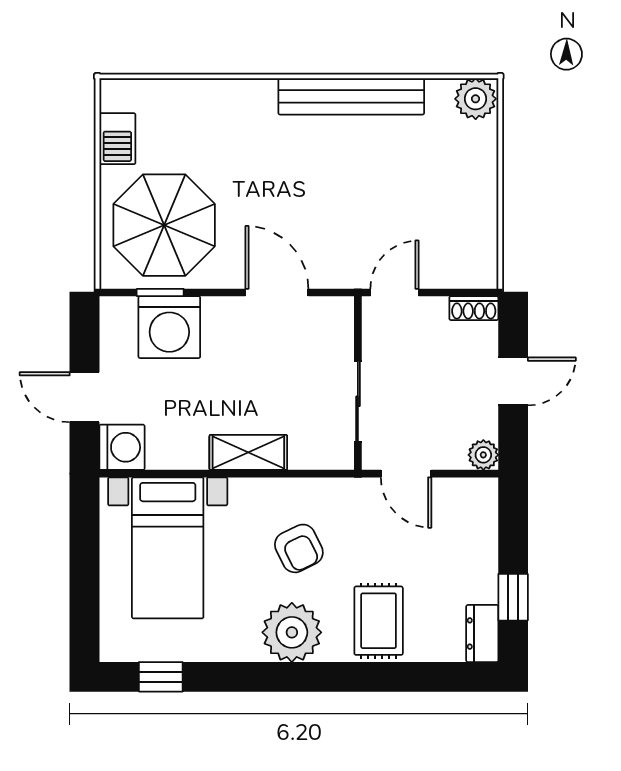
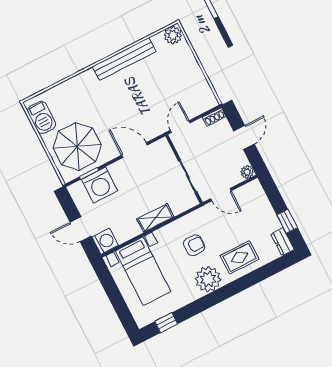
barbecue: (117, 139) -> (42, 117), width x1.38, depth x1.27
armchair: (299, 548) -> (194, 245), turned -64
rug: (379, 621) -> (240, 257), turned 90

